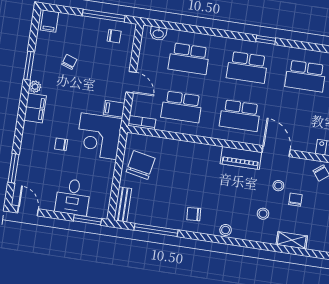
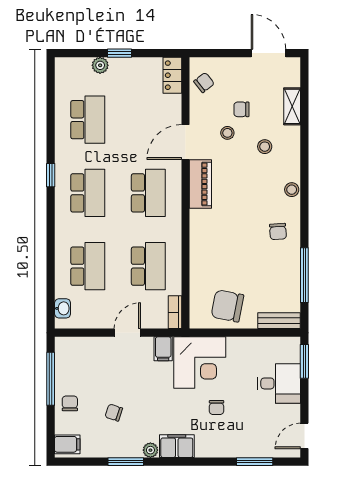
chair: (114, 36) -> (70, 403), moved

